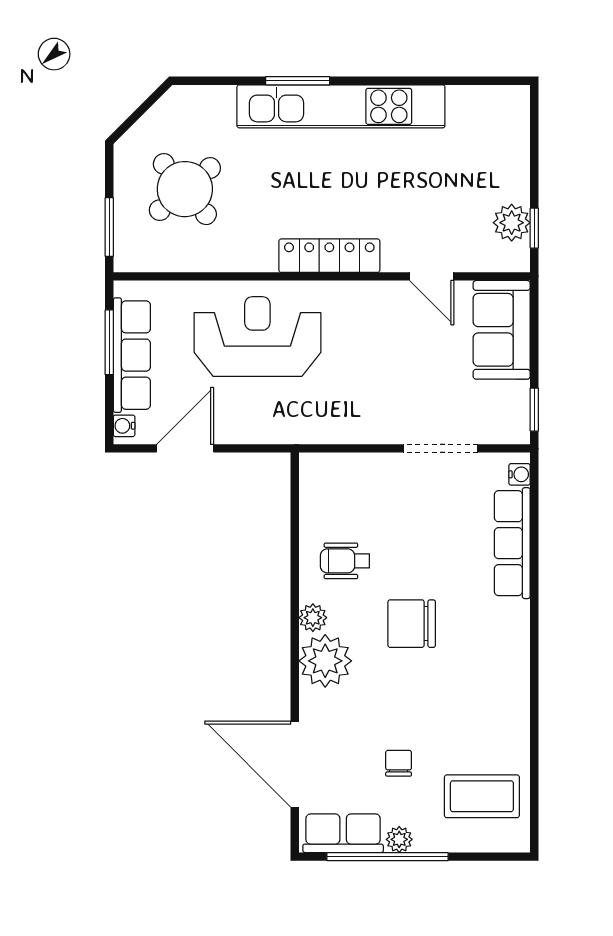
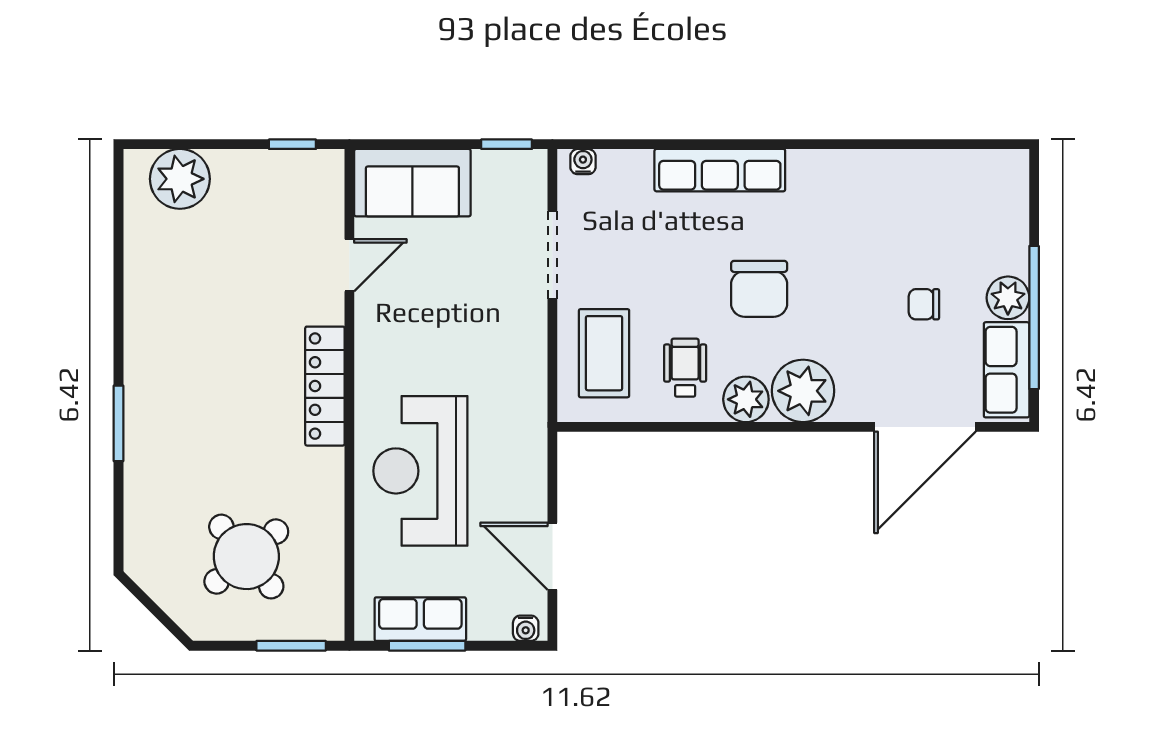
kitchen unit: (341, 106) -> (149, 372), removed
plant: (512, 223) -> (180, 179), moved, width x1.36, depth x1.36
row of seats: (132, 355) -> (420, 619), width x0.68
row of seats: (512, 543) -> (720, 170), moved
wheelchair: (345, 561) -> (685, 368), turned 180
plant: (313, 618) -> (746, 399), width x1.38, depth x1.38
coffee table: (482, 796) -> (604, 353), moved
plant: (399, 839) -> (1008, 298), width x1.38, depth x1.38

